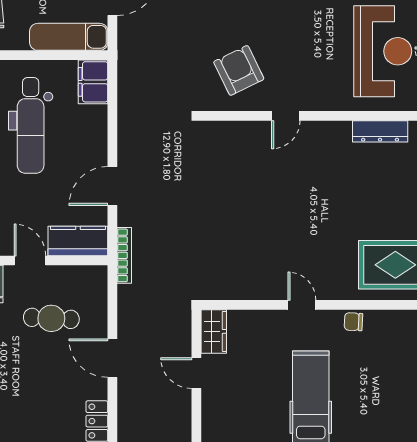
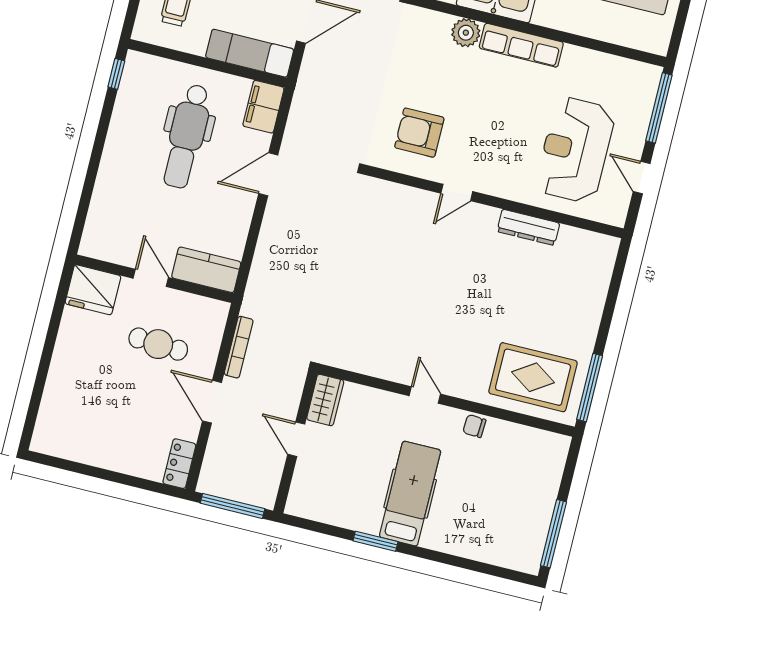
reception desk: (383, 51) -> (575, 150), turned 180
armchair: (239, 70) -> (419, 133), turned -64
dresser: (380, 131) -> (528, 227), moved
door: (112, 186) -> (268, 174), moved
bookcase: (124, 255) -> (239, 347), moved

